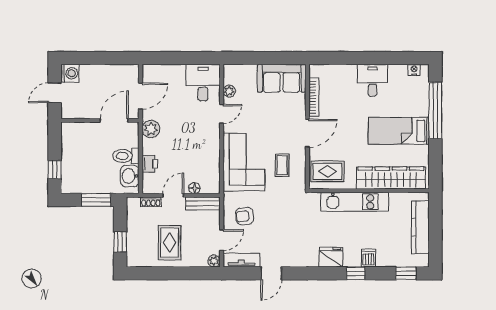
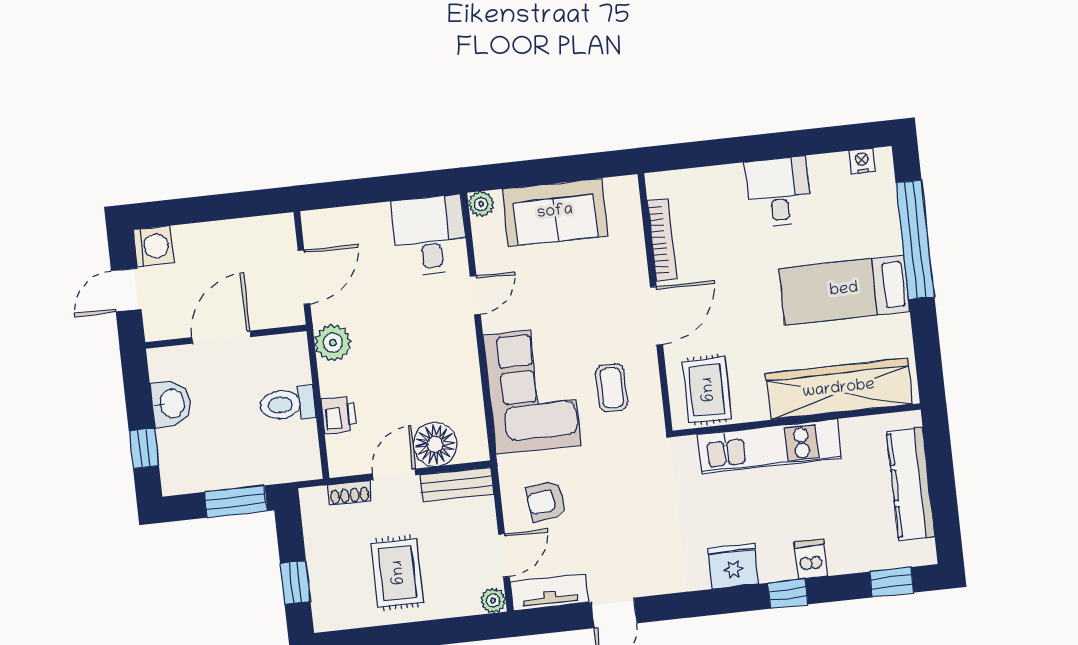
sofa: (282, 78) -> (555, 212), moved
plant: (229, 91) -> (481, 204), moved
door: (114, 120) -> (221, 337), moved
rug: (328, 171) -> (707, 390), turned 90
washbasin: (130, 176) -> (171, 404), moved, turned 180
floor lamp: (194, 188) -> (435, 444), width x1.89, depth x1.89

